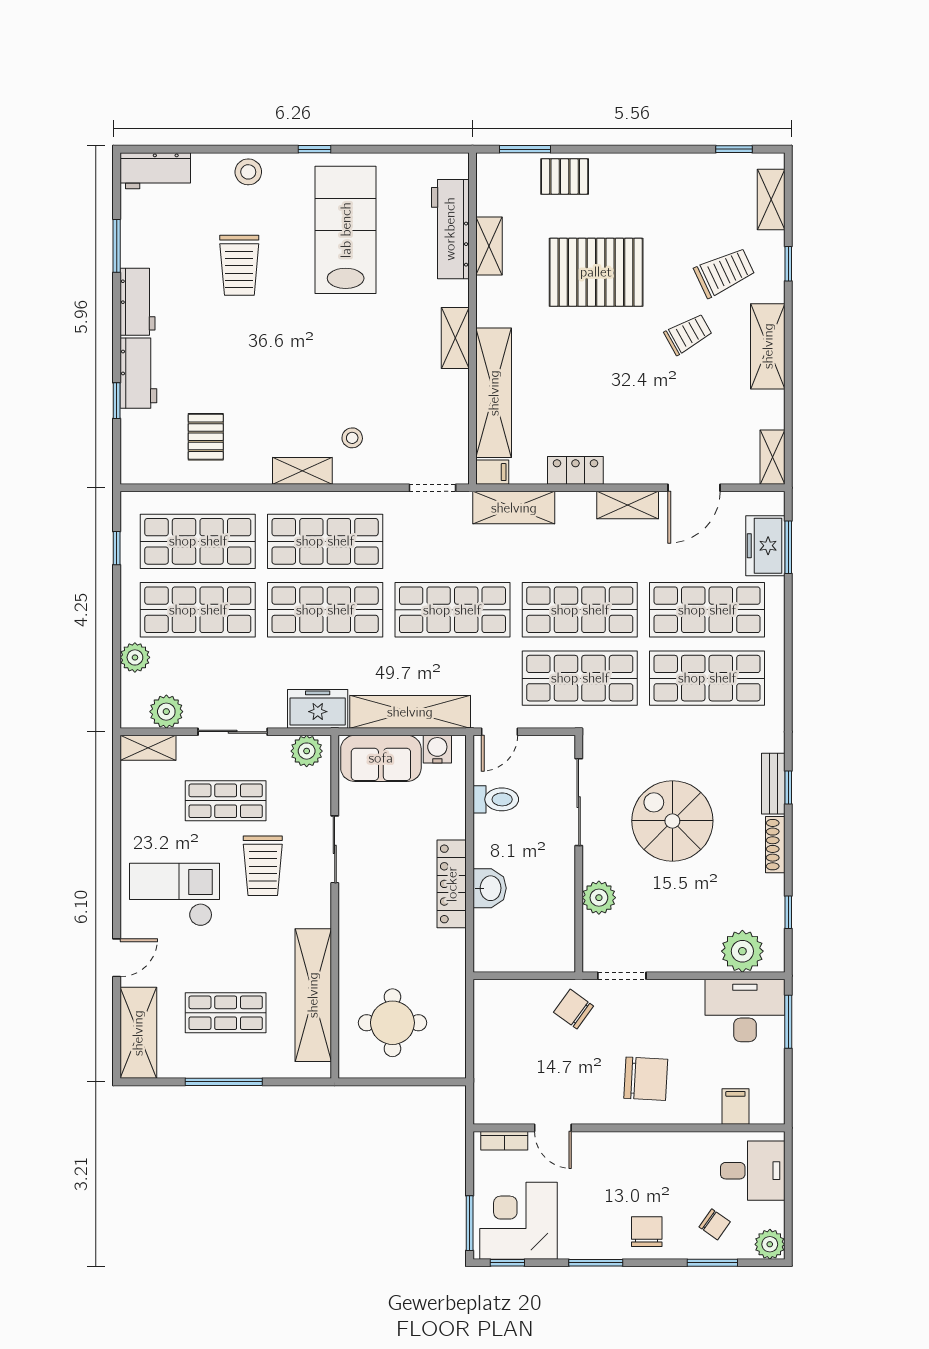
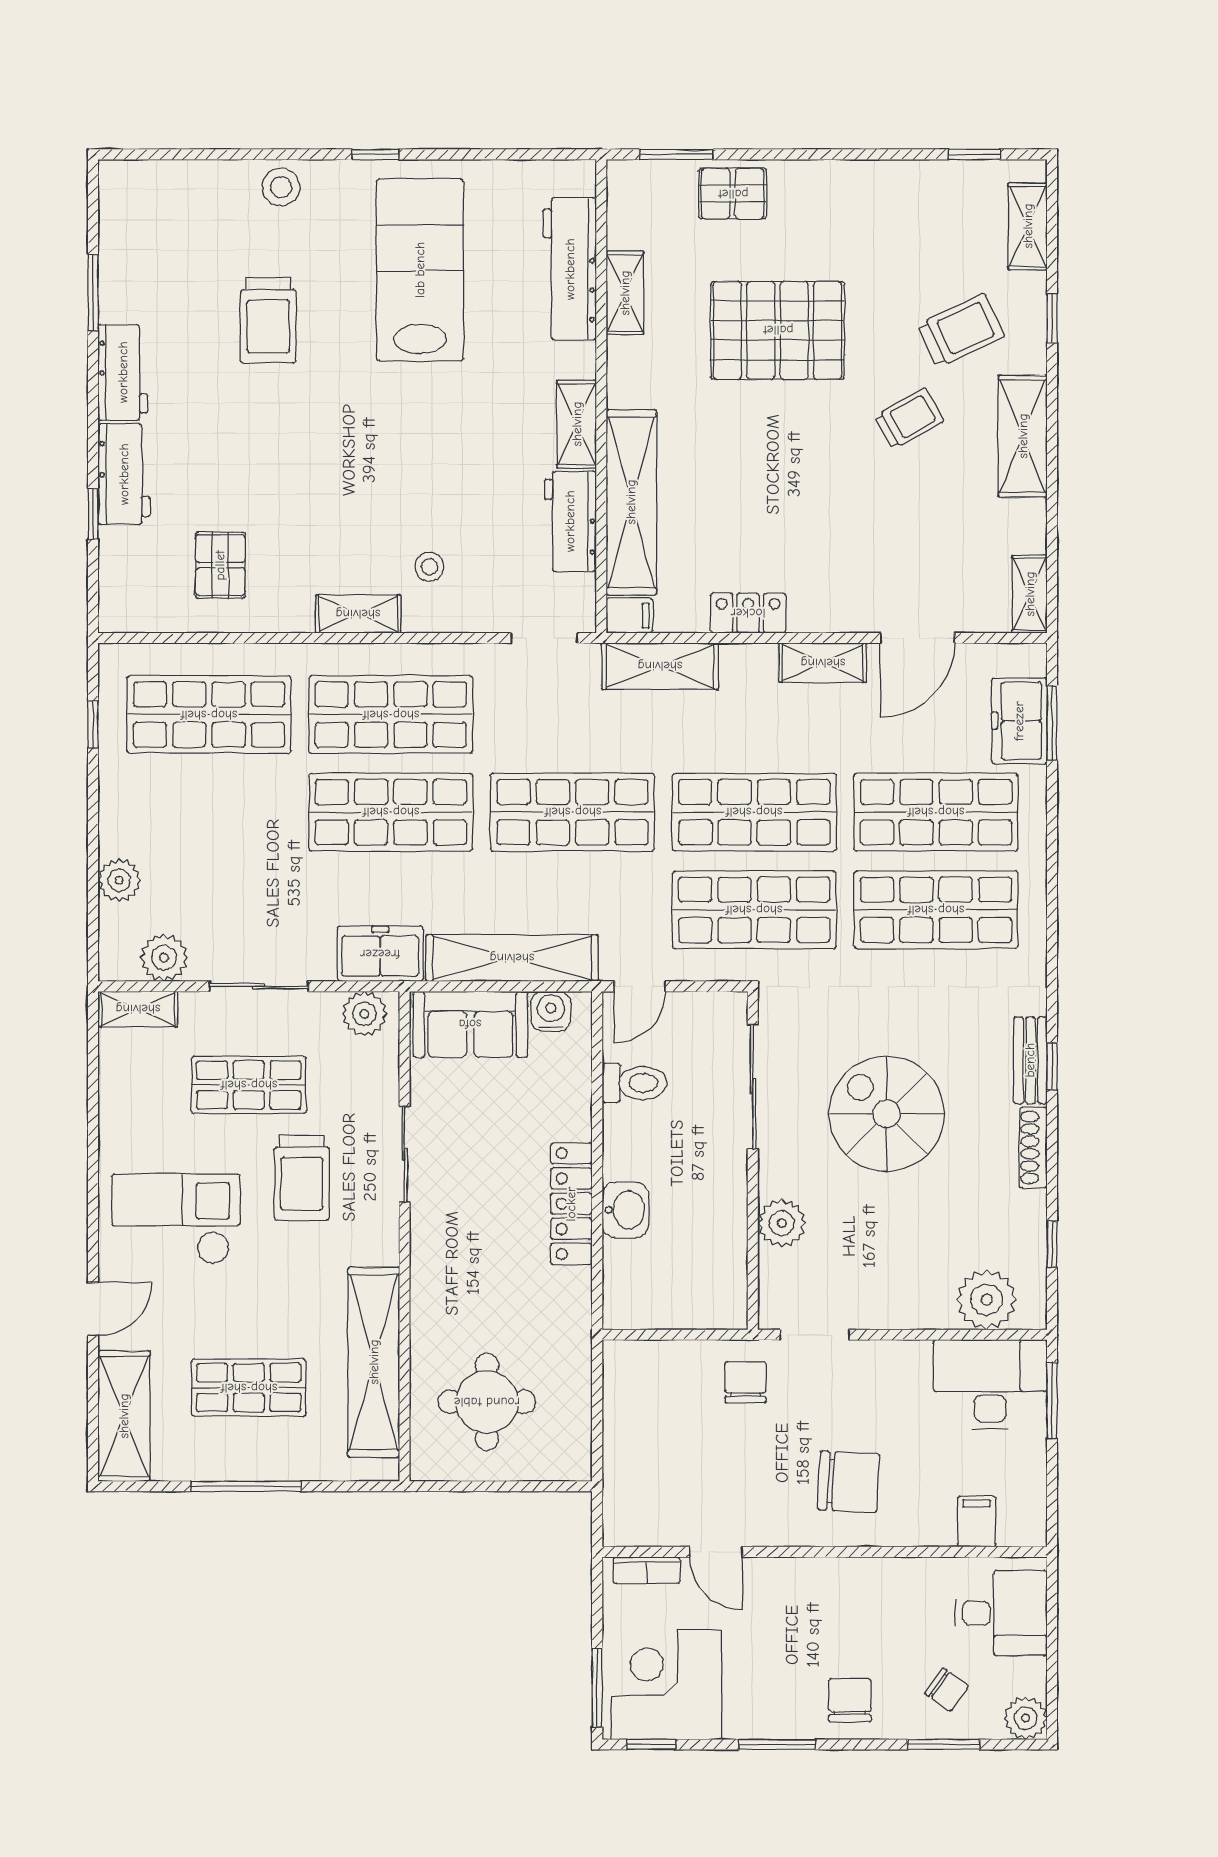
workbench: (155, 171) -> (570, 521), moved, turned 90
shop shelf: (198, 610) -> (209, 812), removed
chair: (574, 1009) -> (745, 1382), turned 54

